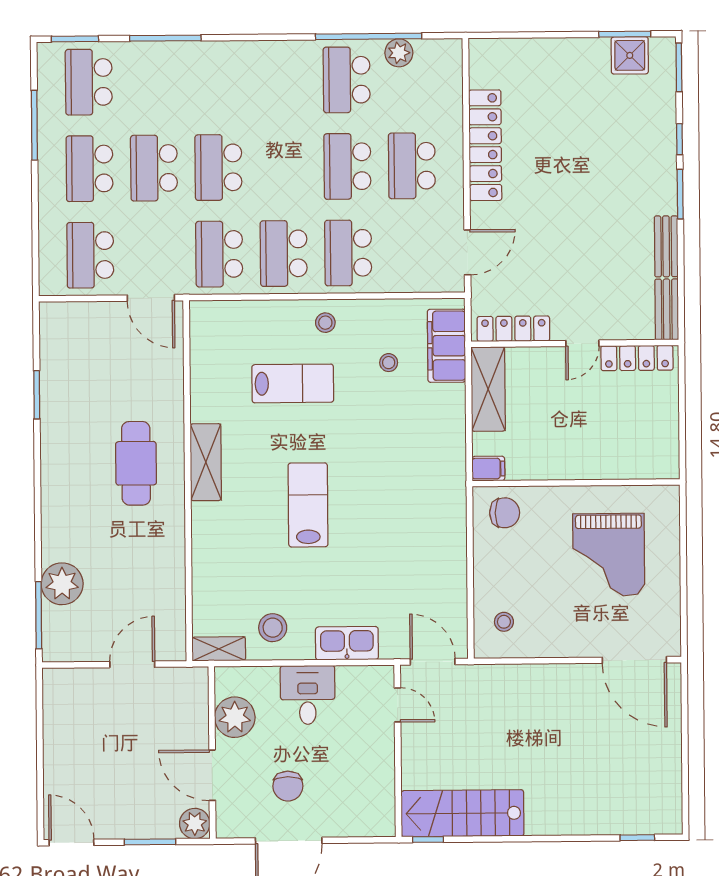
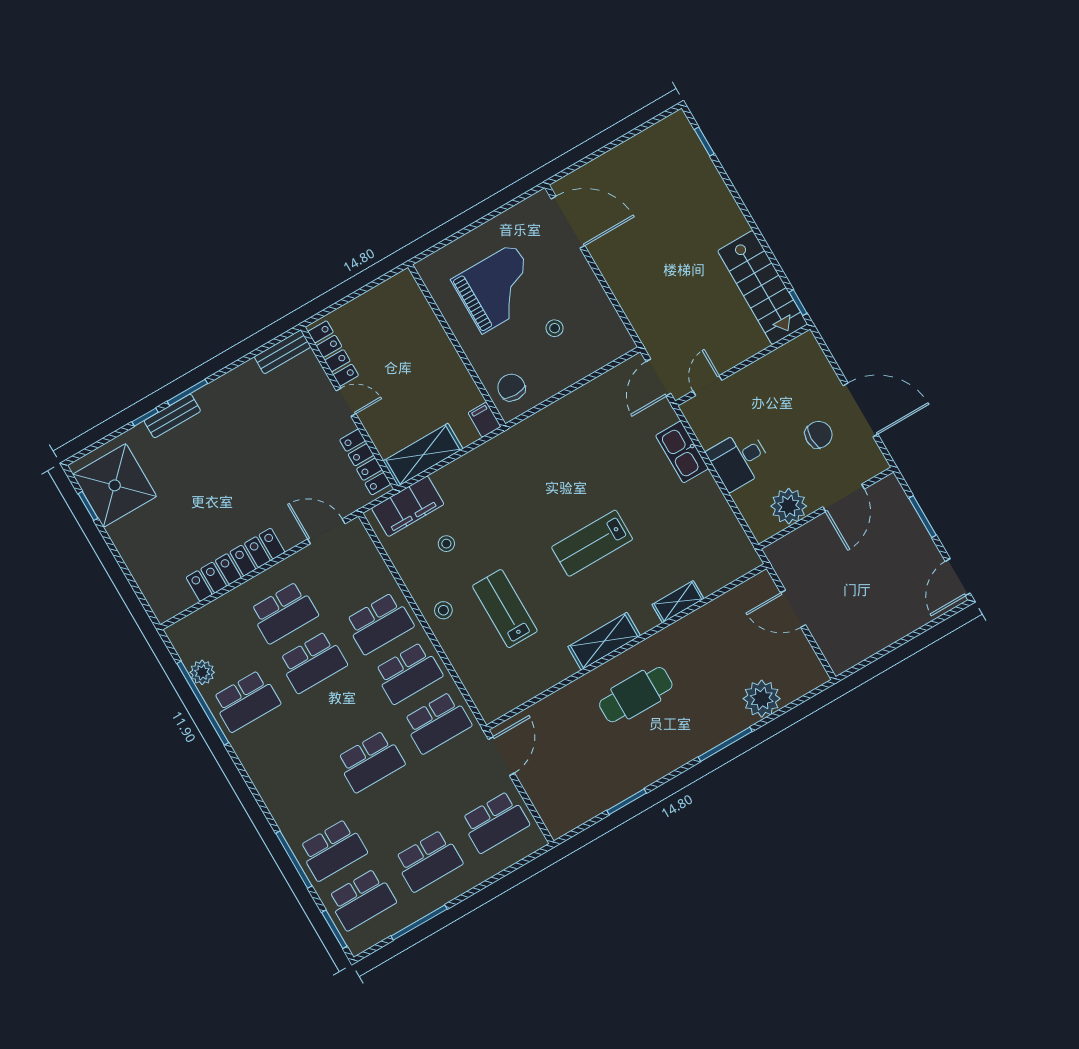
window: (625, 34) -> (88, 506), width x0.67
shower: (630, 55) -> (115, 485), width x1.86, depth x1.86
window: (679, 67) -> (90, 449), removed
school desk: (154, 168) -> (333, 850), moved
bench: (666, 246) -> (172, 416), moved
window: (39, 615) -> (725, 744), moved
stool: (504, 622) -> (555, 328), moved
stool: (273, 628) -> (703, 516), removed
shelving: (219, 649) -> (678, 602), moved, turned 90
door: (634, 660) -> (568, 222), hinge flipped
plant: (195, 824) -> (889, 490), removed

